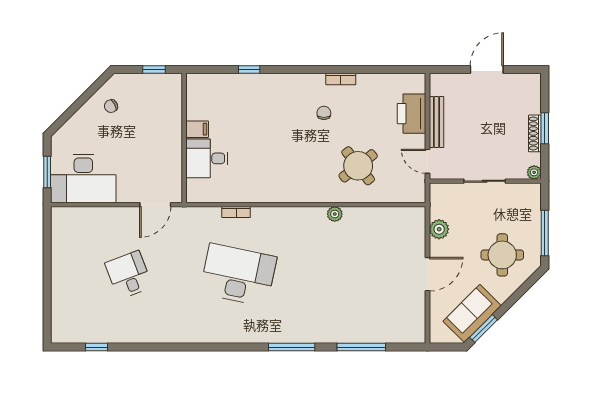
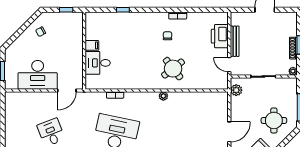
round table: (358, 166) -> (173, 69), moved
desk: (83, 178) -> (38, 75), moved
plant: (335, 214) -> (163, 96), moved
plant: (439, 229) -> (236, 90), moved

